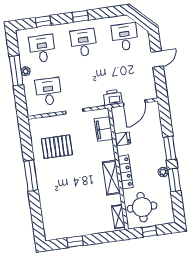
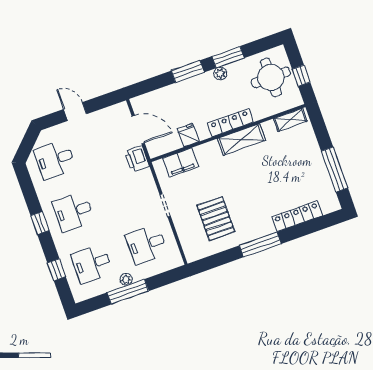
locker: (46, 207) -> (297, 216), added
round table: (142, 207) -> (271, 77), moved
window: (75, 242) -> (334, 170), width x2.17

